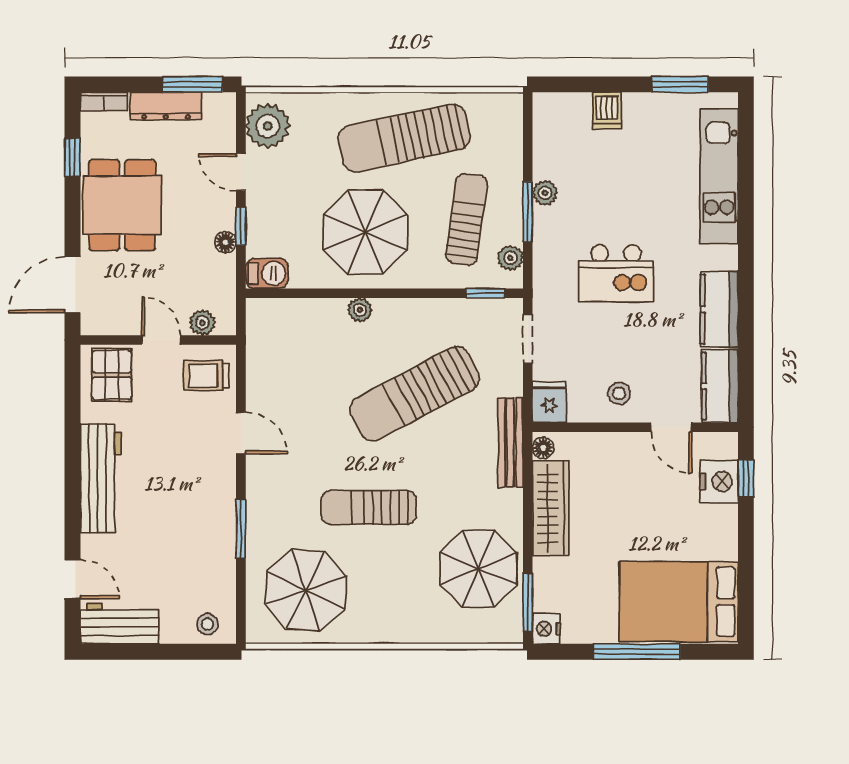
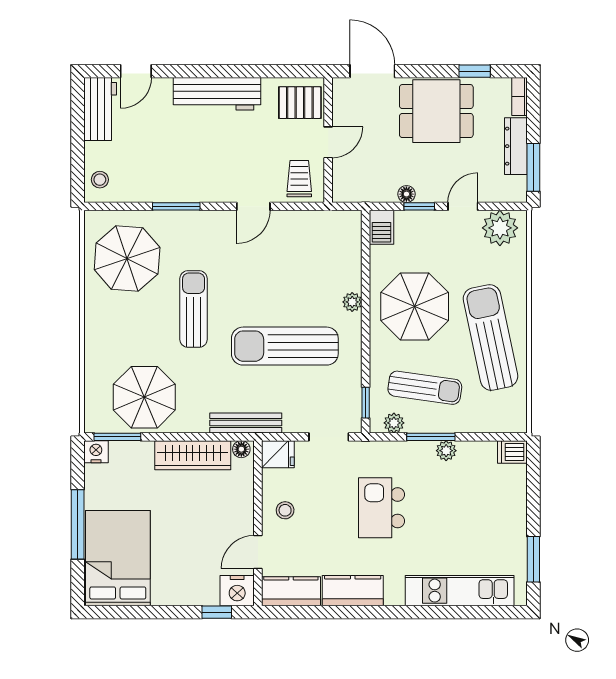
dishwasher: (607, 110) -> (512, 452), moved
plant: (202, 323) -> (342, 175), removed
sun lounger: (415, 394) -> (285, 346), turned -62
nightstand: (719, 481) -> (237, 591), moved

